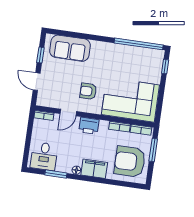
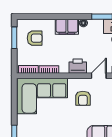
armchair: (88, 91) -> (83, 98), turned 90
window: (153, 150) -> (14, 38), moved
armchair: (130, 162) -> (35, 38), width x0.53, depth x0.53

